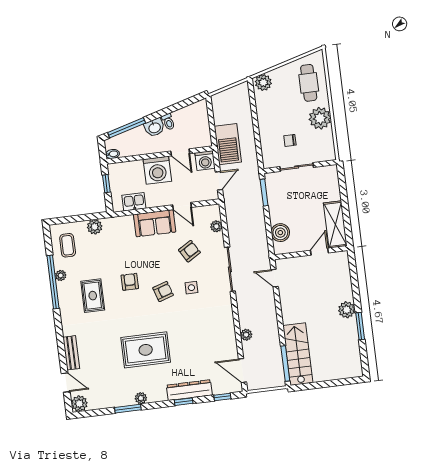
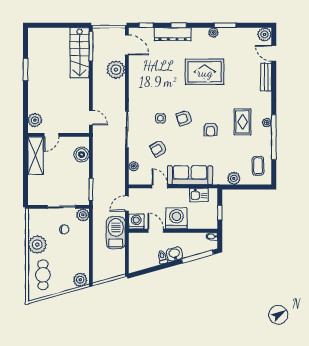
plant: (270, 161) -> (83, 215), added
sofa: (155, 223) -> (190, 175), width x1.36
plant: (61, 275) -> (267, 123), moved
plant: (347, 310) -> (35, 120), moved
plant: (246, 335) -> (116, 70), width x1.88, depth x1.88

